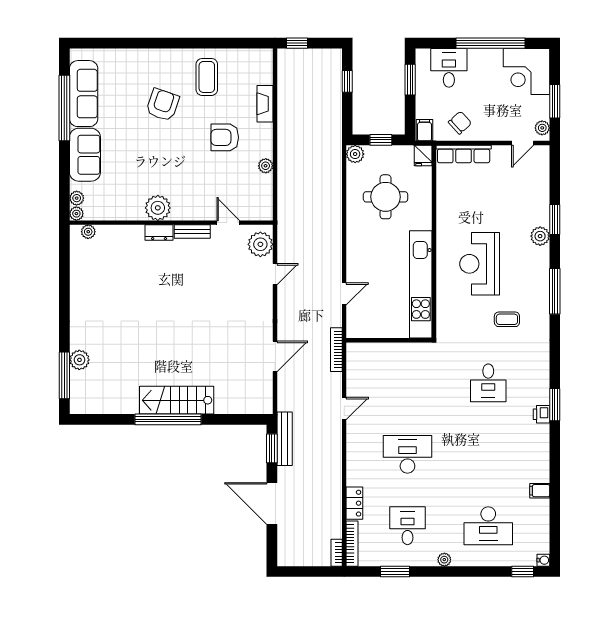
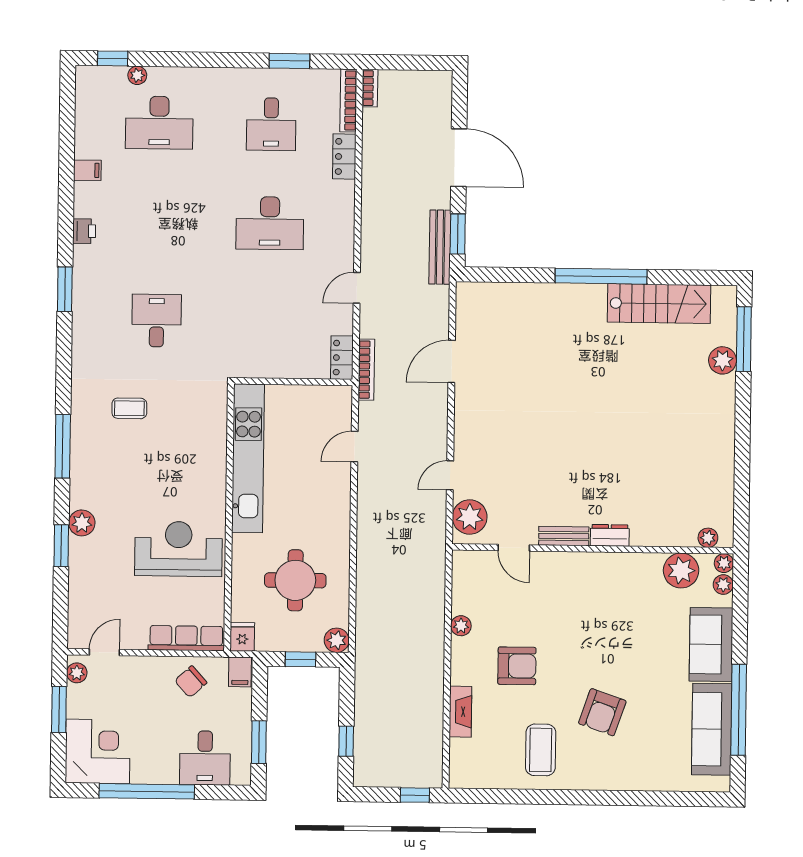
plant: (158, 208) -> (681, 571), moved
reception desk: (480, 264) -> (179, 549), moved, turned -90
locker: (354, 358) -> (342, 358), added
stairs: (177, 400) -> (659, 304), moved
printer: (541, 414) -> (84, 231), moved
desk: (488, 526) -> (159, 123), turned 180
plant: (444, 560) -> (137, 75), moved
water cooler: (543, 560) -> (84, 74), removed

